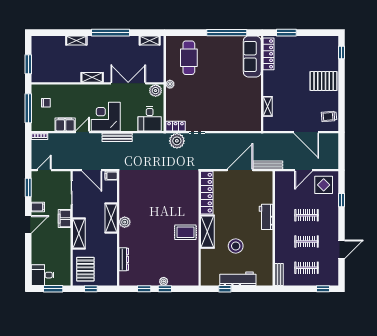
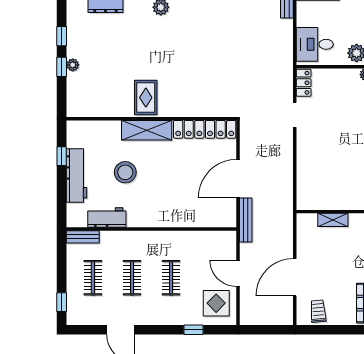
plant: (177, 141) -> (282, 85), removed
door: (240, 170) -> (238, 179), swing flipped
workbench: (266, 217) -> (107, 218), moved

